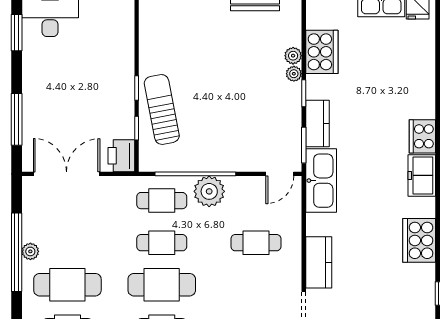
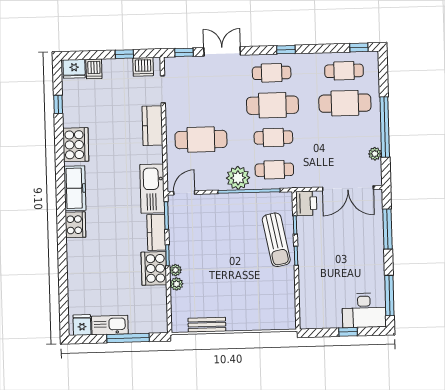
window: (17, 33) -> (389, 296), width x1.44
cooker: (322, 52) -> (154, 268), moved
freezer: (422, 175) -> (75, 188), width x1.40
cafe table: (256, 243) -> (201, 139), width x1.37, depth x1.35
plant: (30, 251) -> (375, 154), moved

